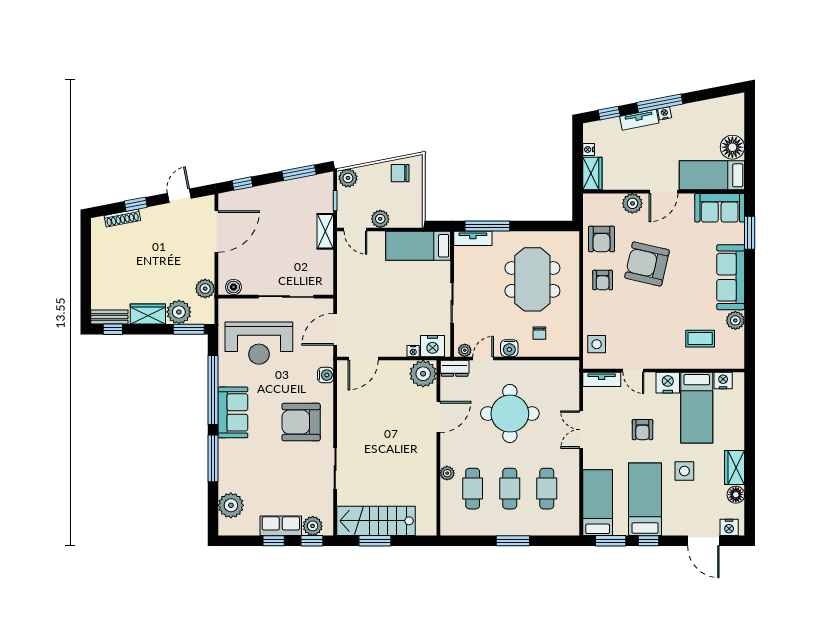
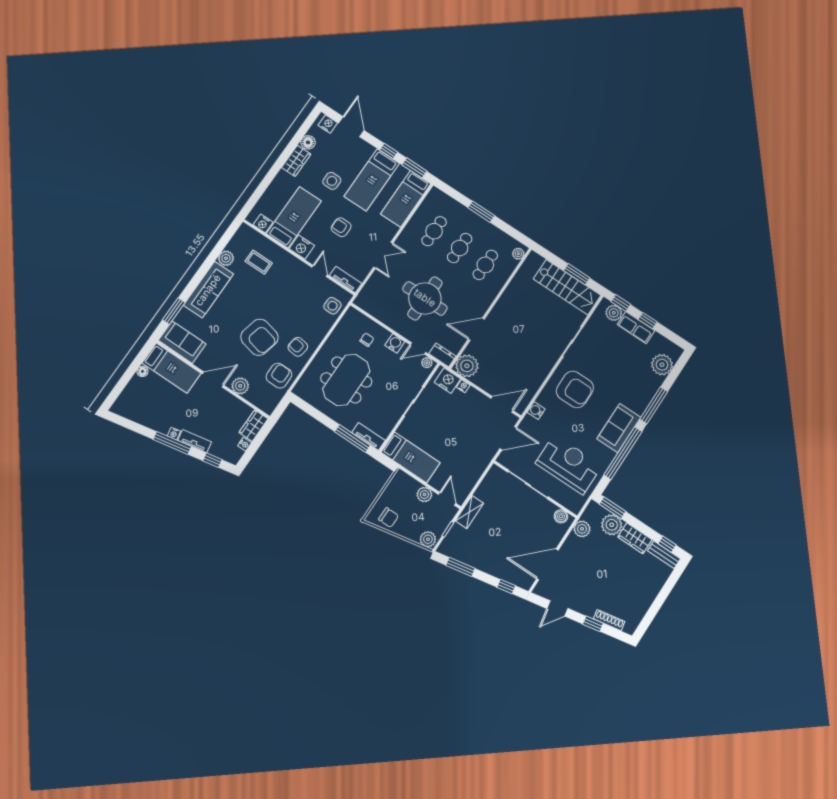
floor lamp: (732, 147) -> (143, 371), width x0.53, depth x0.53
armchair: (603, 280) -> (298, 347), turned -81
armchair: (642, 430) -> (341, 227), turned -90
plant: (447, 473) -> (518, 254), moved

